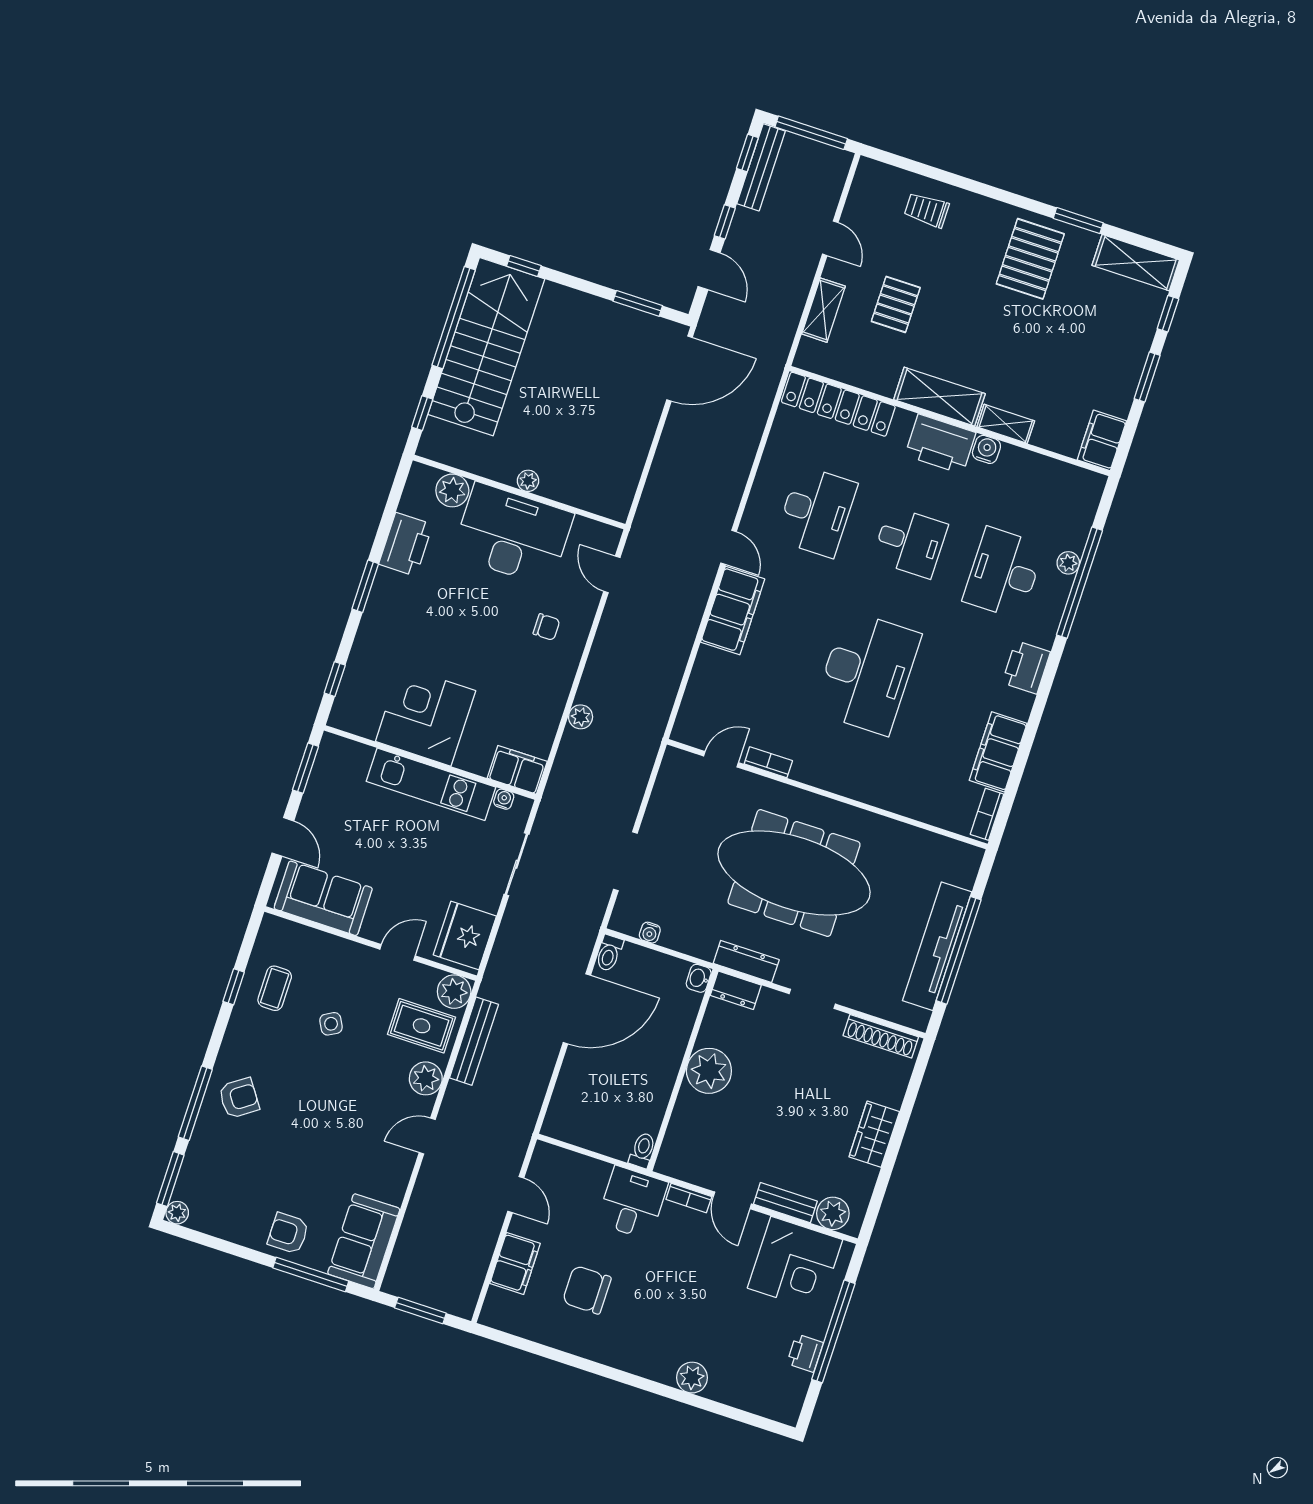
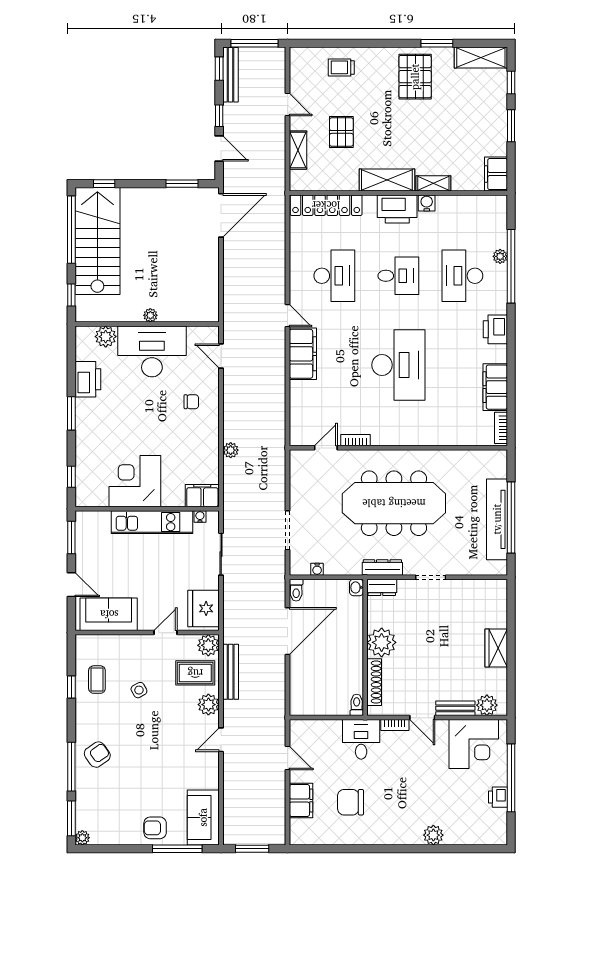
shoe rack: (881, 1036) -> (374, 682), moved, turned -90

